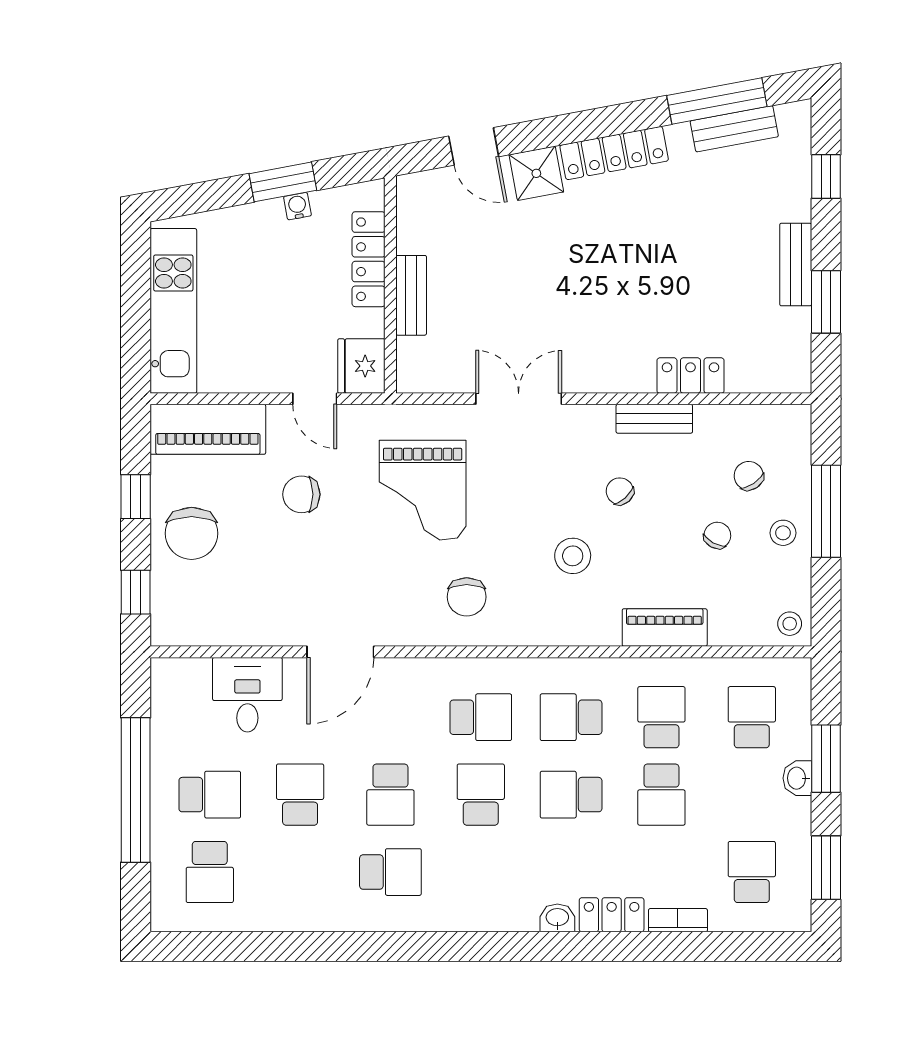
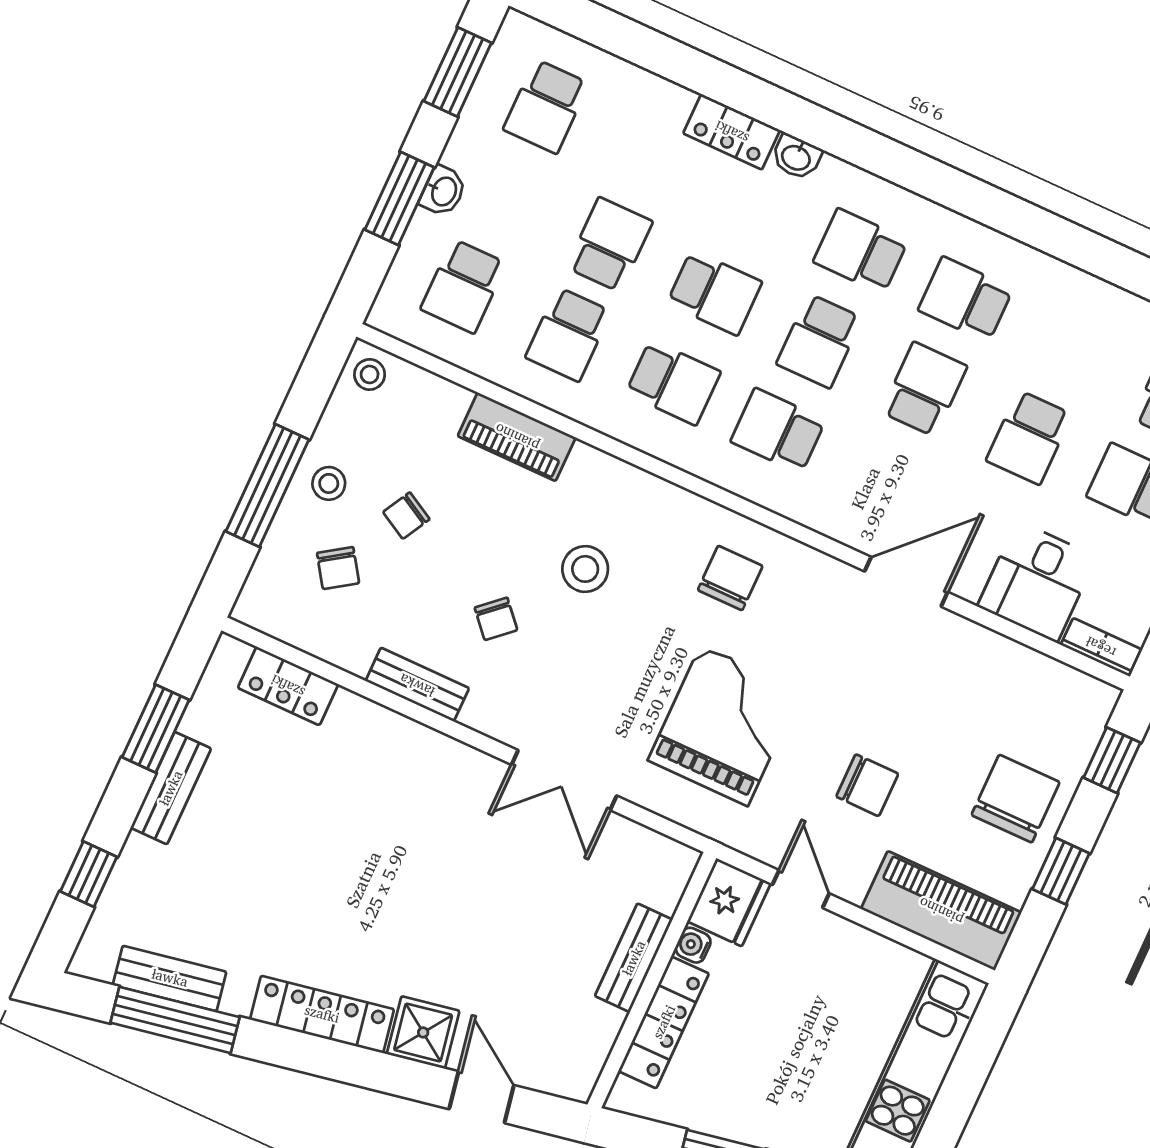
water cooler: (297, 206) -> (693, 945), moved, turned 101
locker: (690, 376) -> (288, 686), moved
school desk: (481, 872) -> (861, 251), added
bookcase: (678, 920) -> (1101, 647), moved, turned 180

